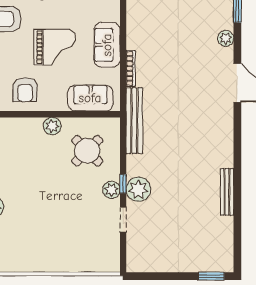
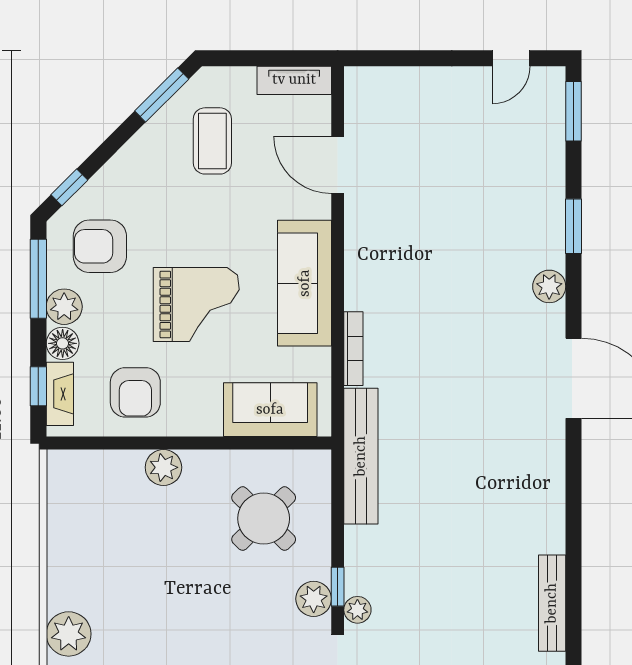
sofa: (107, 45) -> (305, 283), width x1.36
plant: (52, 126) -> (163, 467), moved
plant: (138, 189) -> (357, 610), width x0.53, depth x0.53

